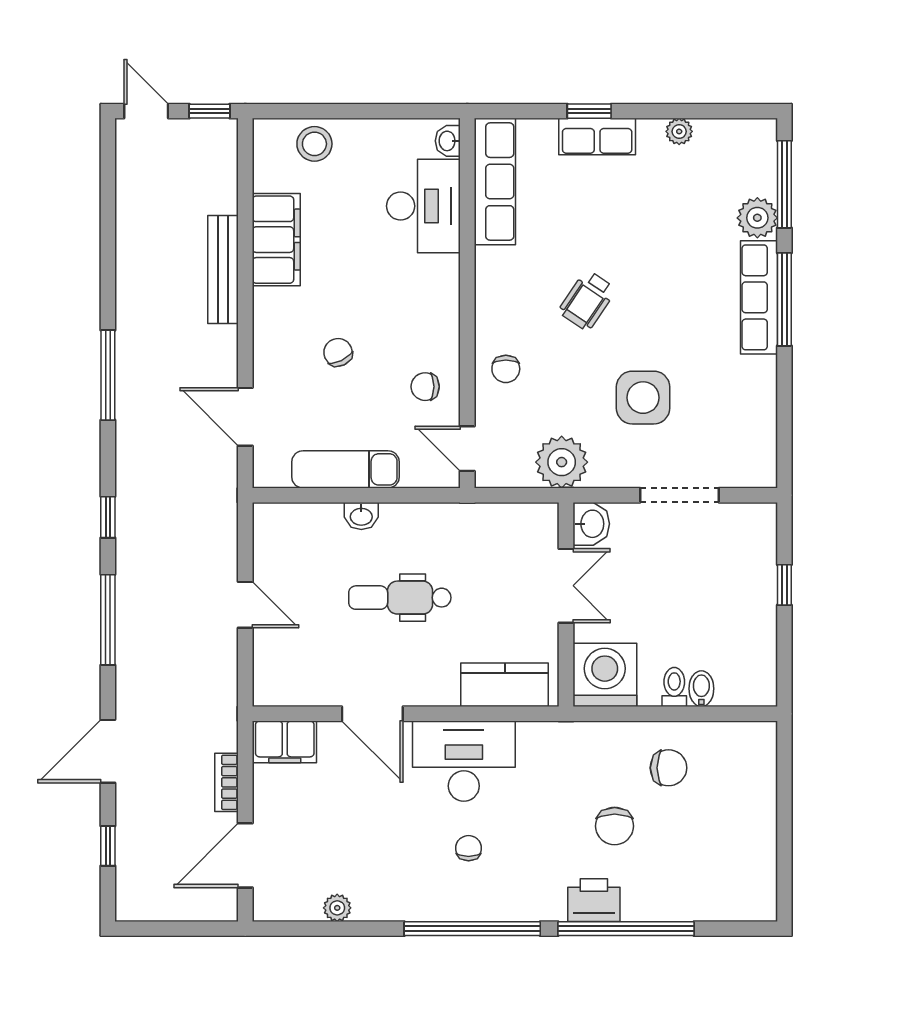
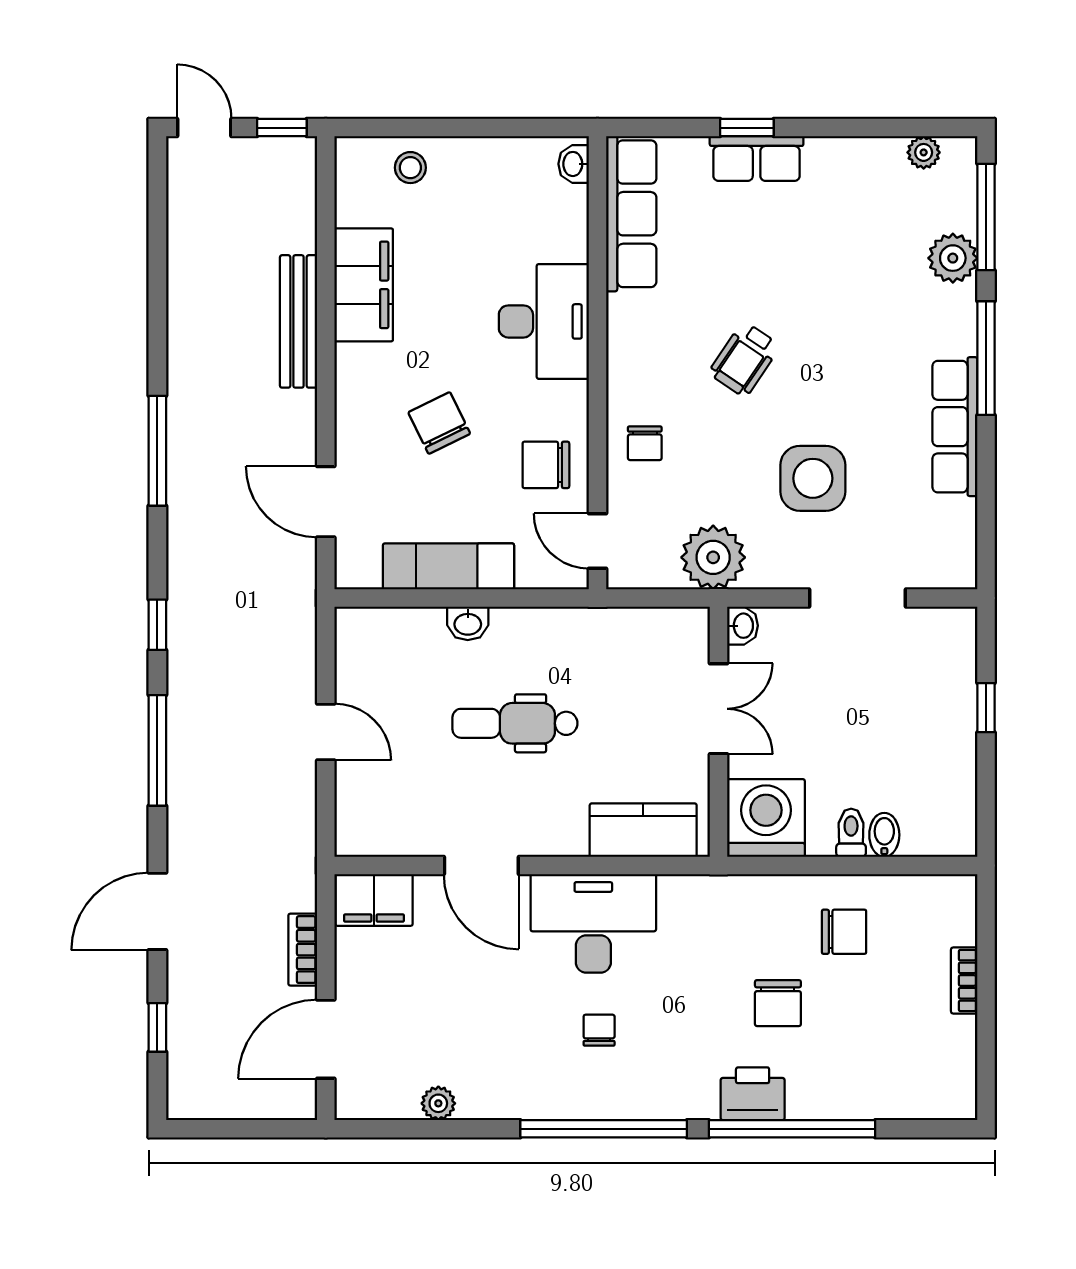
plant: (679, 131) -> (924, 152), moved
stool: (314, 144) -> (410, 168), width x0.73, depth x0.73
desk: (423, 206) -> (544, 321), moved
row of seats: (759, 297) -> (955, 427), moved
chair: (338, 352) -> (439, 423), width x1.37, depth x1.37
chair: (425, 387) -> (546, 465), width x1.37, depth x1.37
washbasin: (591, 524) -> (742, 626), width x0.72, depth x0.69
bookcase: (767, 808) -> (964, 981), added

